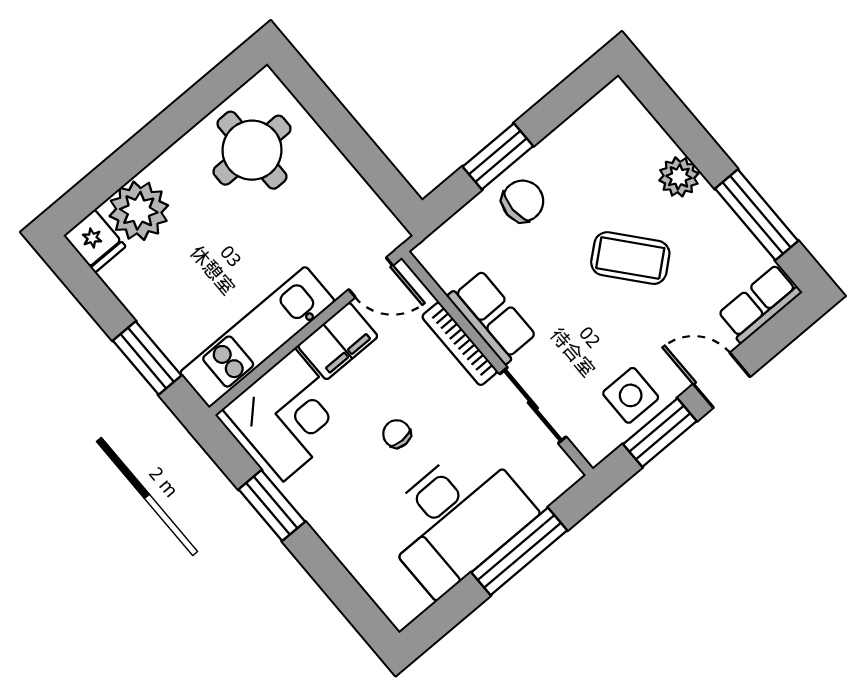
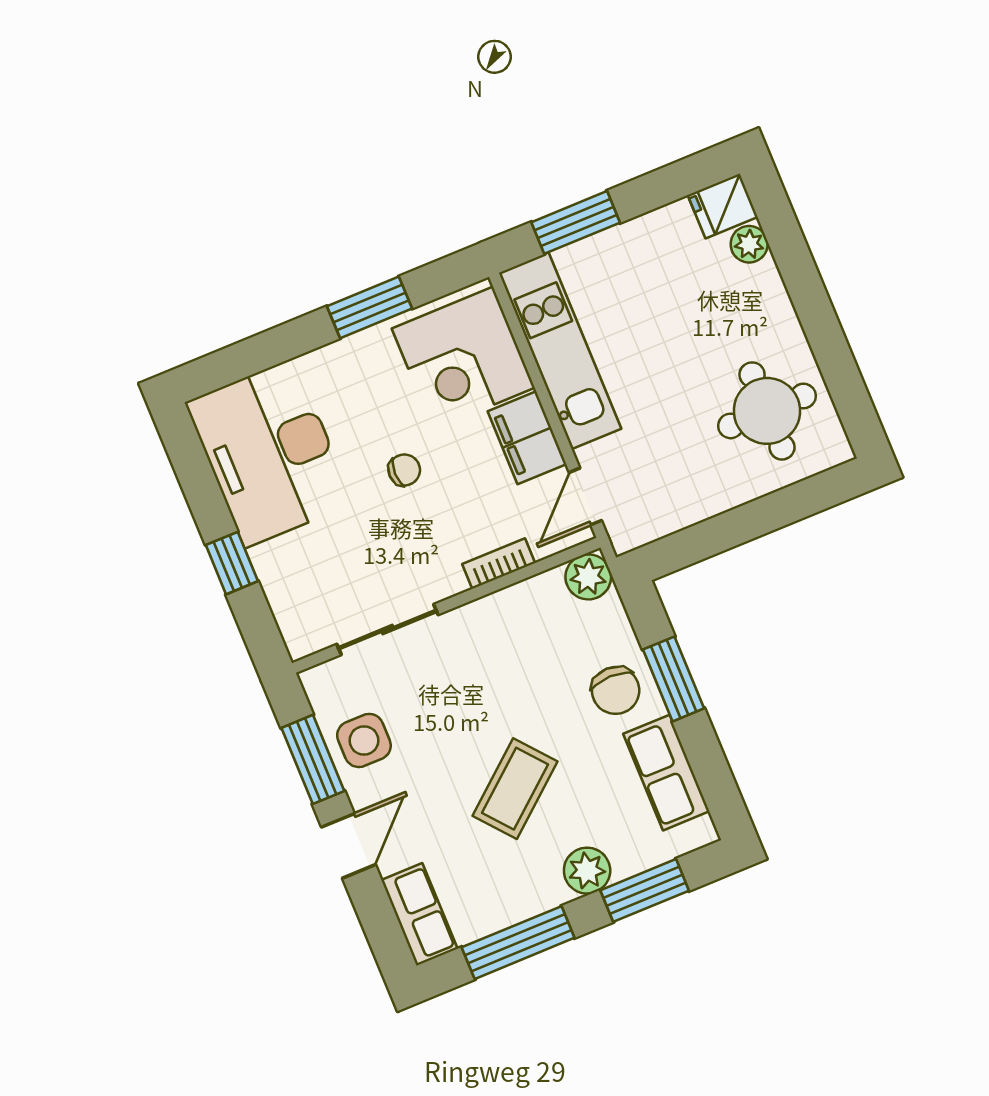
window: (680, 124) -> (645, 890), added
plant: (139, 211) -> (749, 244), width x0.53, depth x0.53
plant: (436, 254) -> (588, 577), added
row of seats: (492, 317) -> (666, 773), moved, turned 90
bookcase: (460, 344) -> (499, 564), width x0.64
desk: (456, 518) -> (269, 453), moved
window: (519, 551) -> (232, 563), width x0.46

